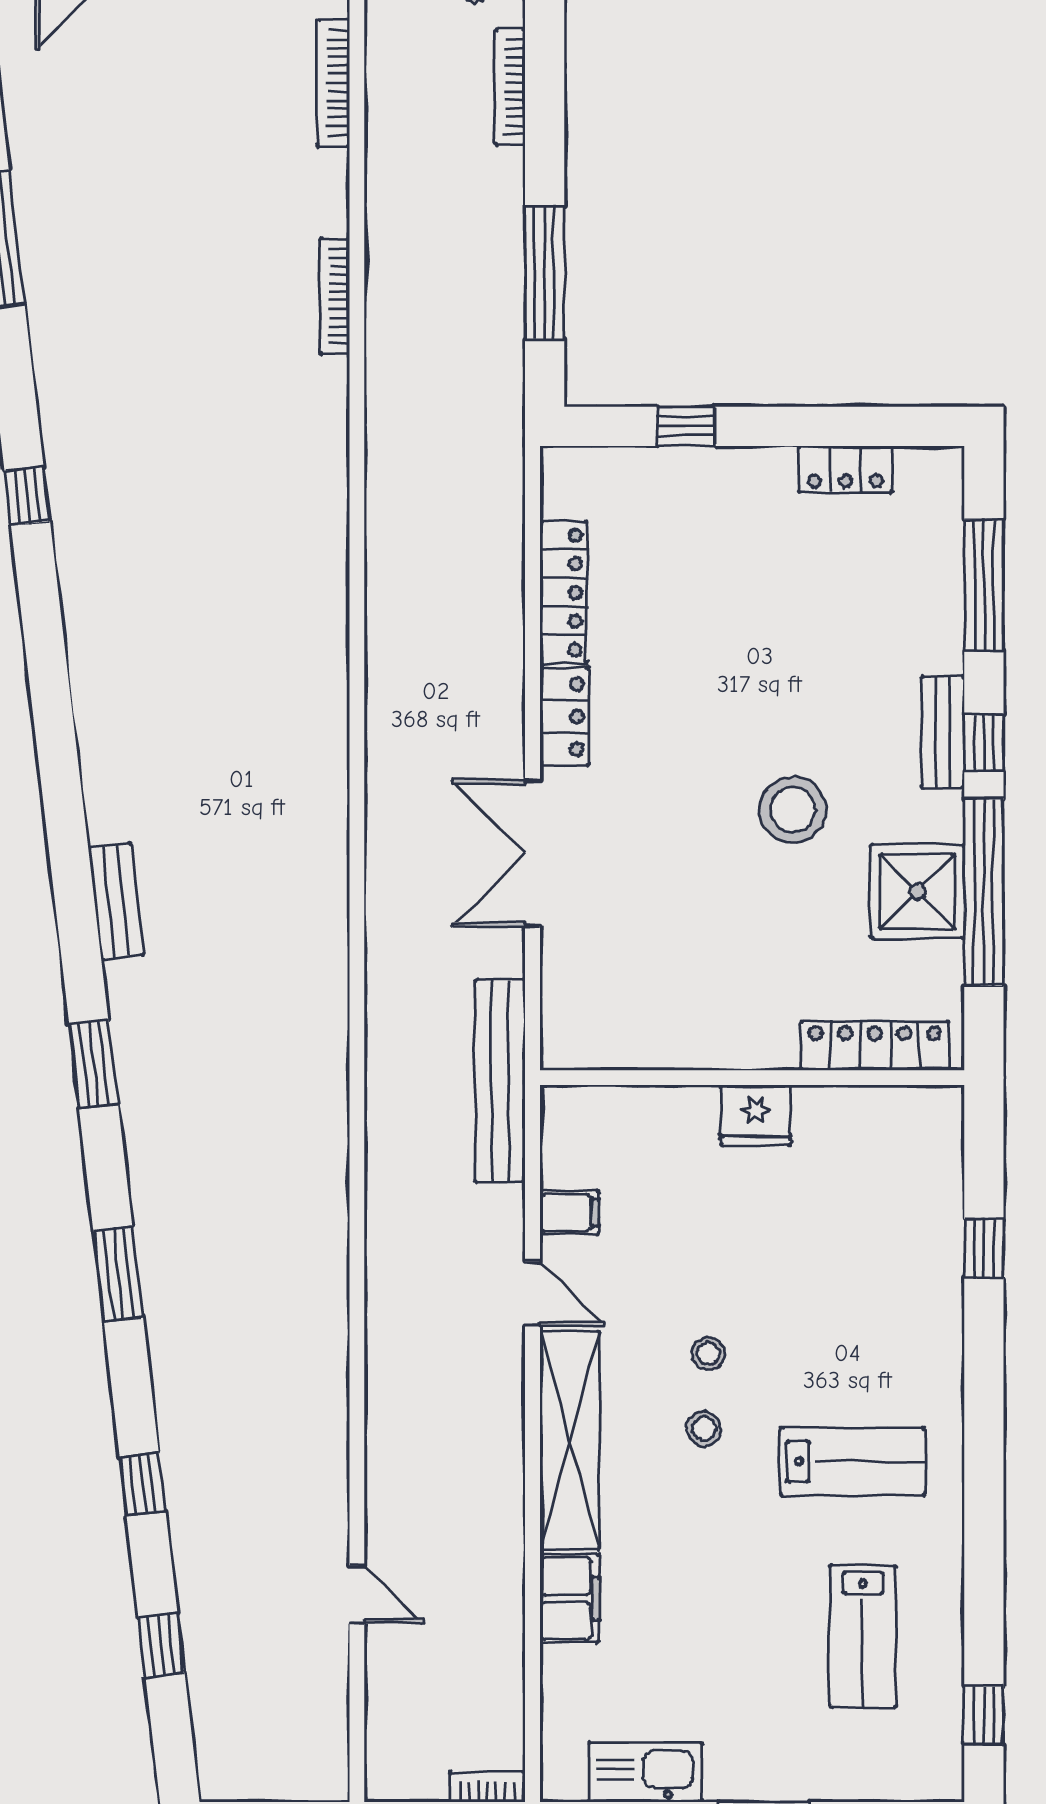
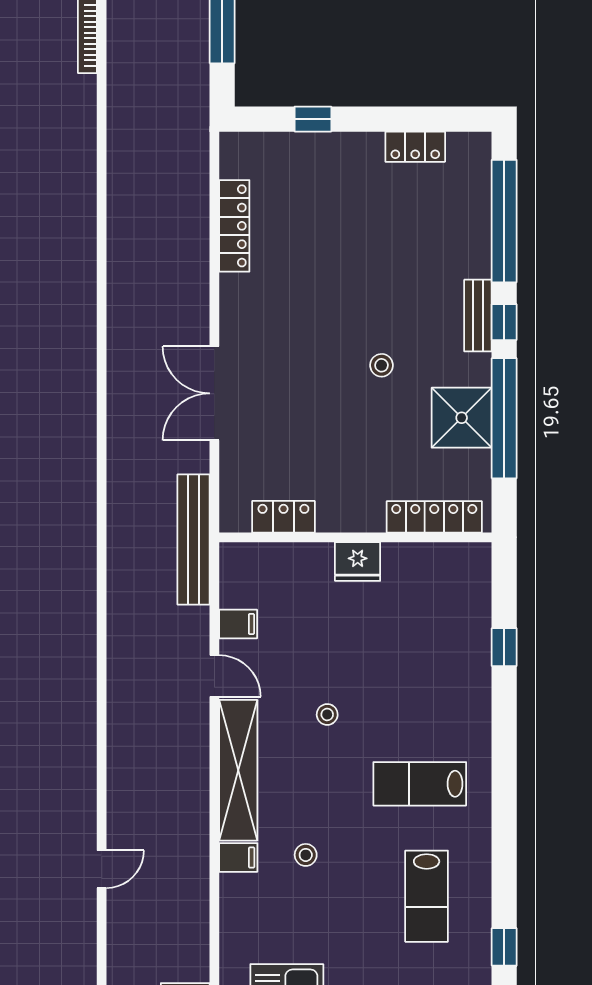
window: (984, 585) -> (504, 221), width x1.46
locker: (565, 717) -> (283, 517), moved, turned -90
stool: (793, 810) -> (382, 365), width x0.53, depth x0.53
stool: (704, 1429) -> (306, 855), moved
lab bench: (852, 1461) -> (420, 784), turned 180
door: (357, 1594) -> (102, 869), hinge flipped
filing cabinet: (570, 1598) -> (238, 857), width x0.50

